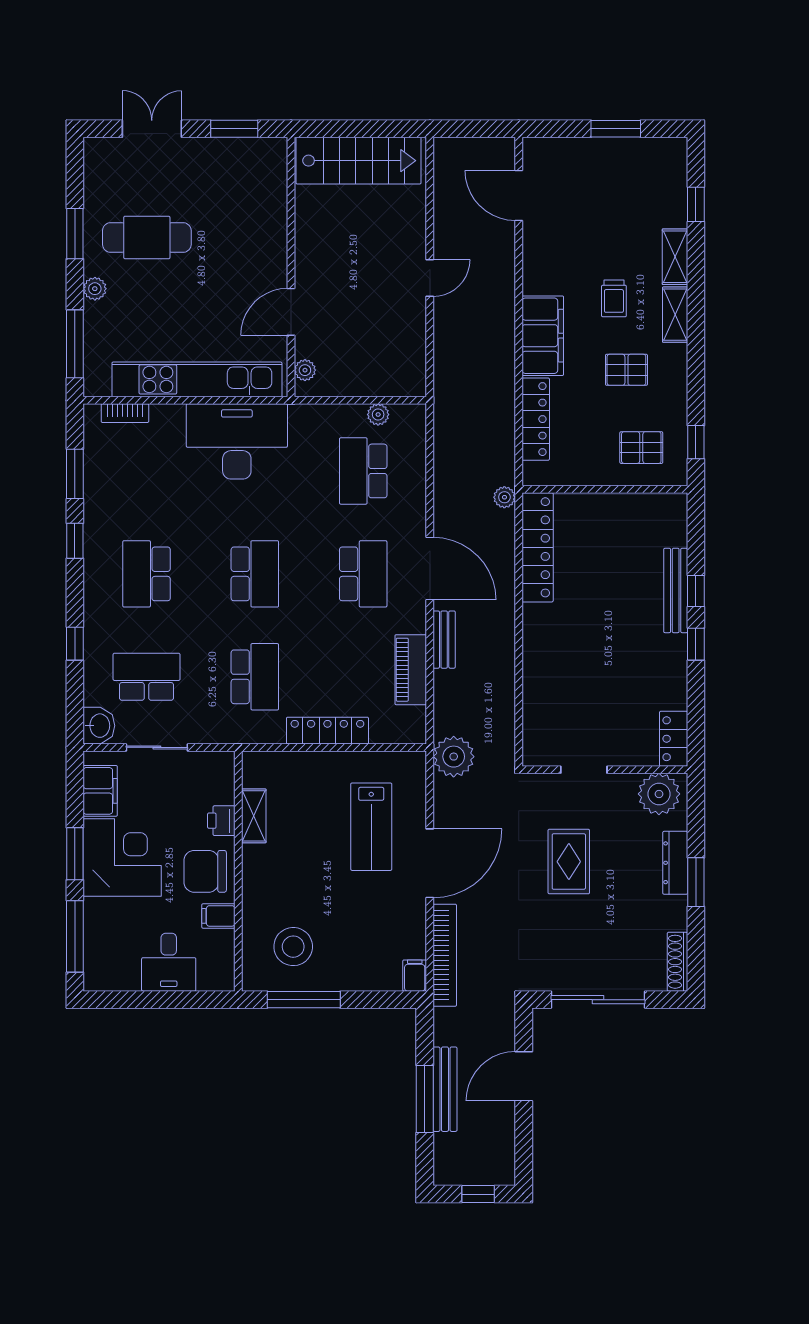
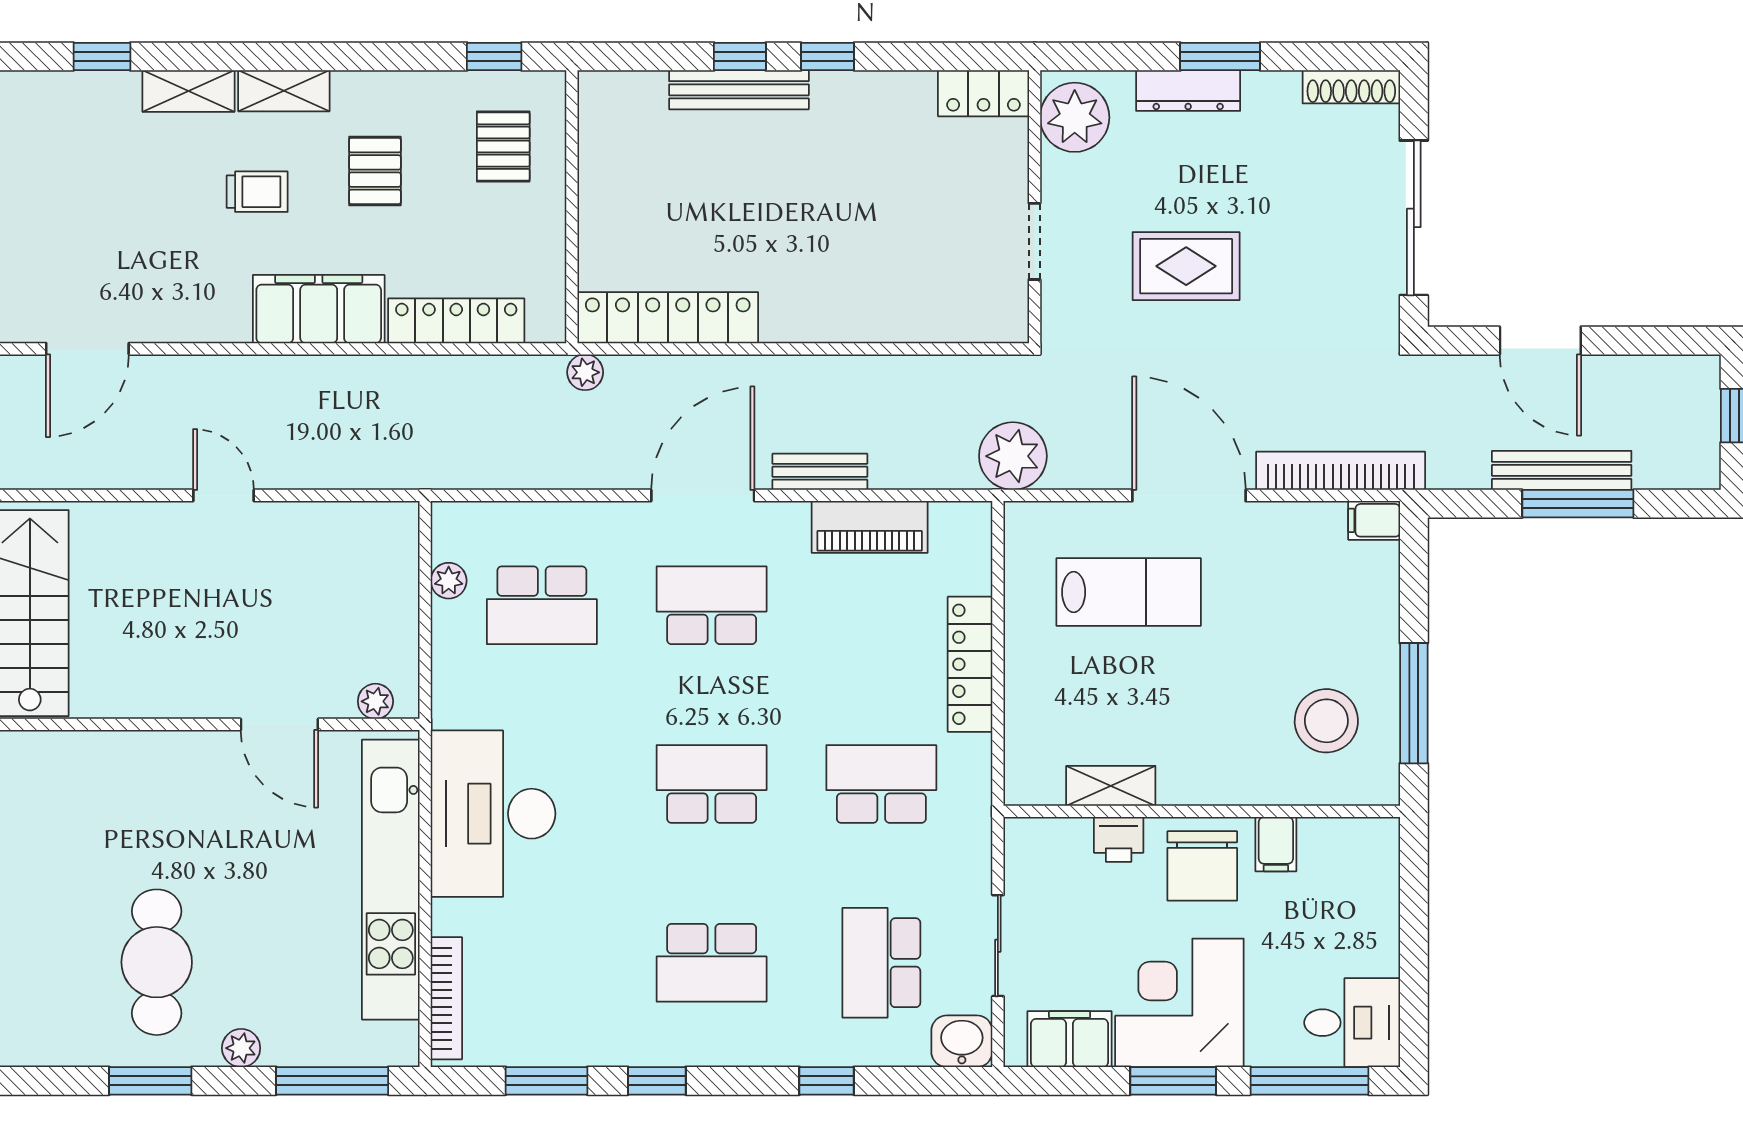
bookcase: (125, 413) -> (446, 998), width x1.56
desk: (169, 962) -> (1352, 1023), moved

